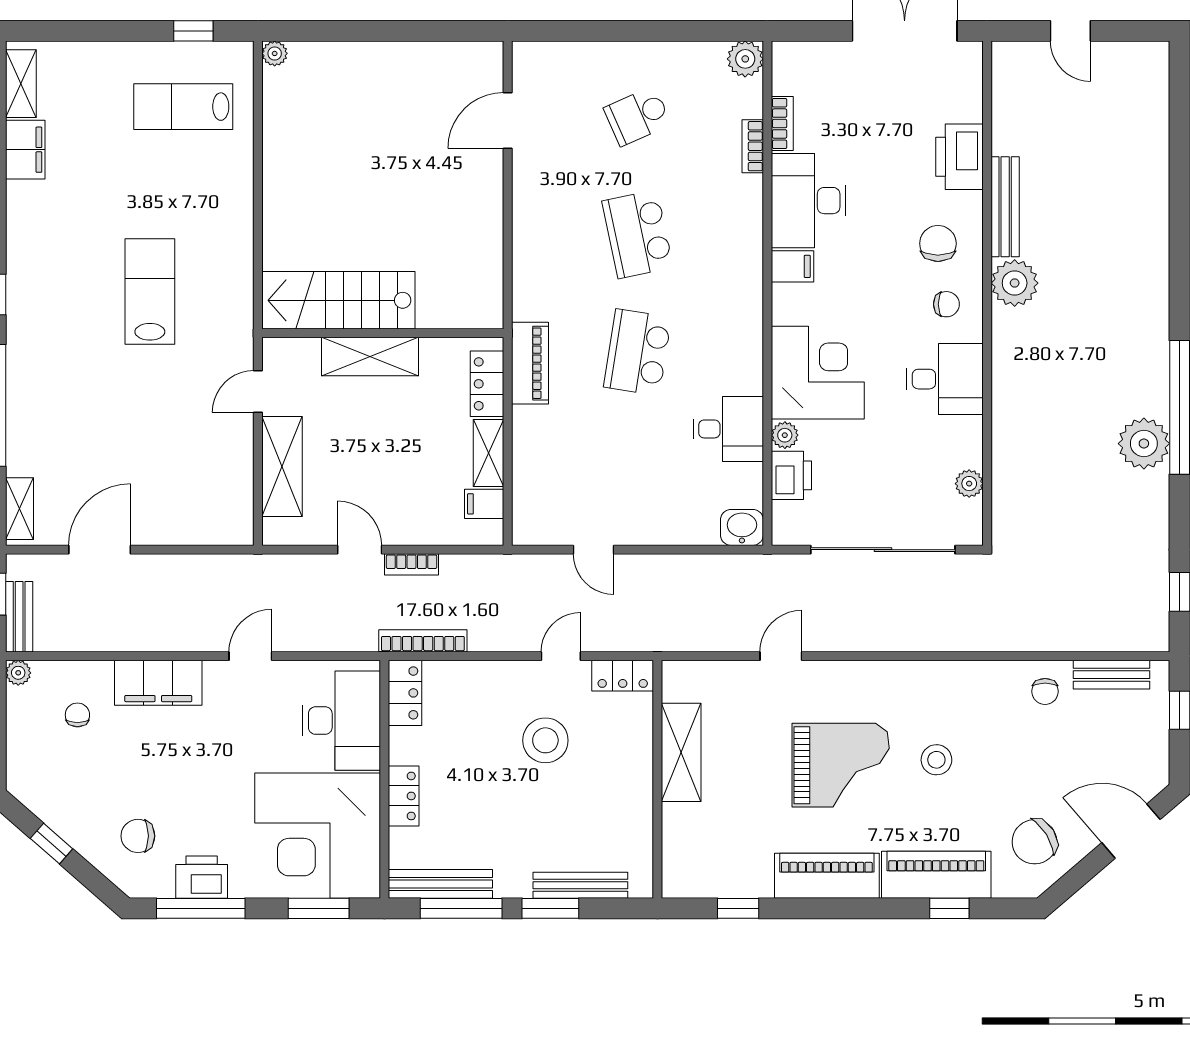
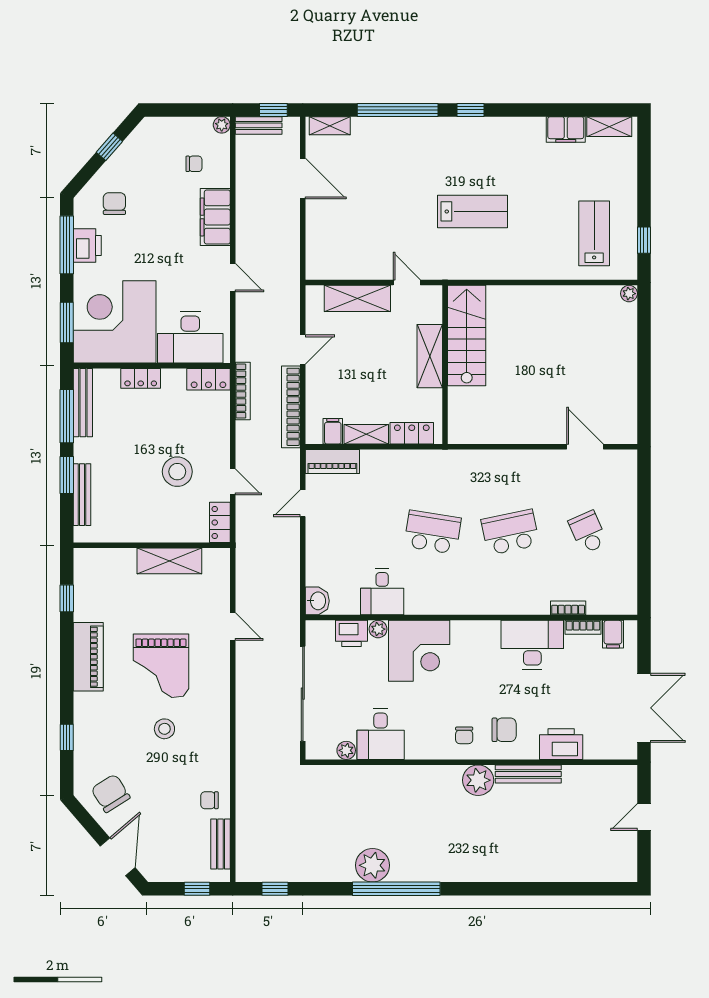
plant: (745, 59) -> (625, 603), removed
filing cabinet: (792, 266) -> (613, 634), moved
piano: (530, 363) -> (332, 461), moved
desk: (945, 379) -> (381, 734), moved
bookcase: (412, 564) -> (291, 407), width x2.31, depth x1.31
piano: (936, 875) -> (89, 729), removed

